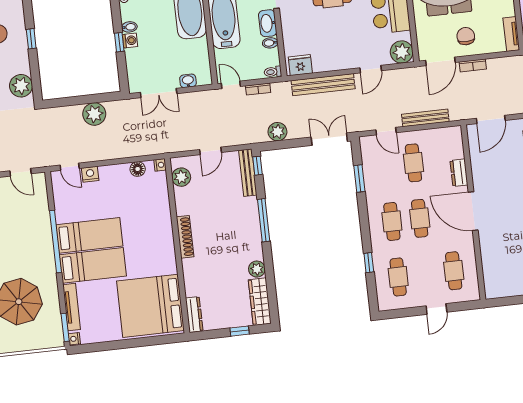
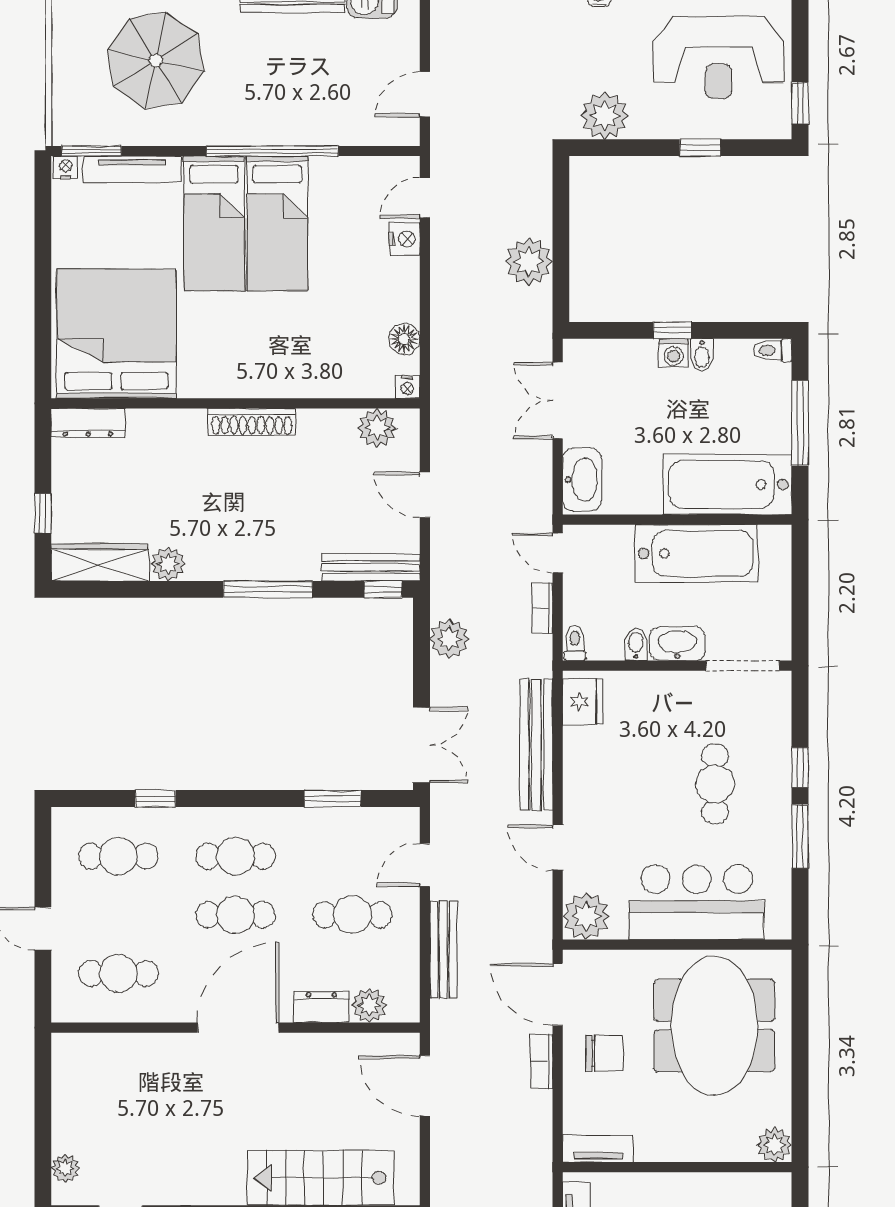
washbasin: (188, 81) -> (582, 480), width x1.91, depth x1.45
door: (231, 85) -> (558, 553), swing flipped
plant: (456, 150) -> (369, 1005), added

